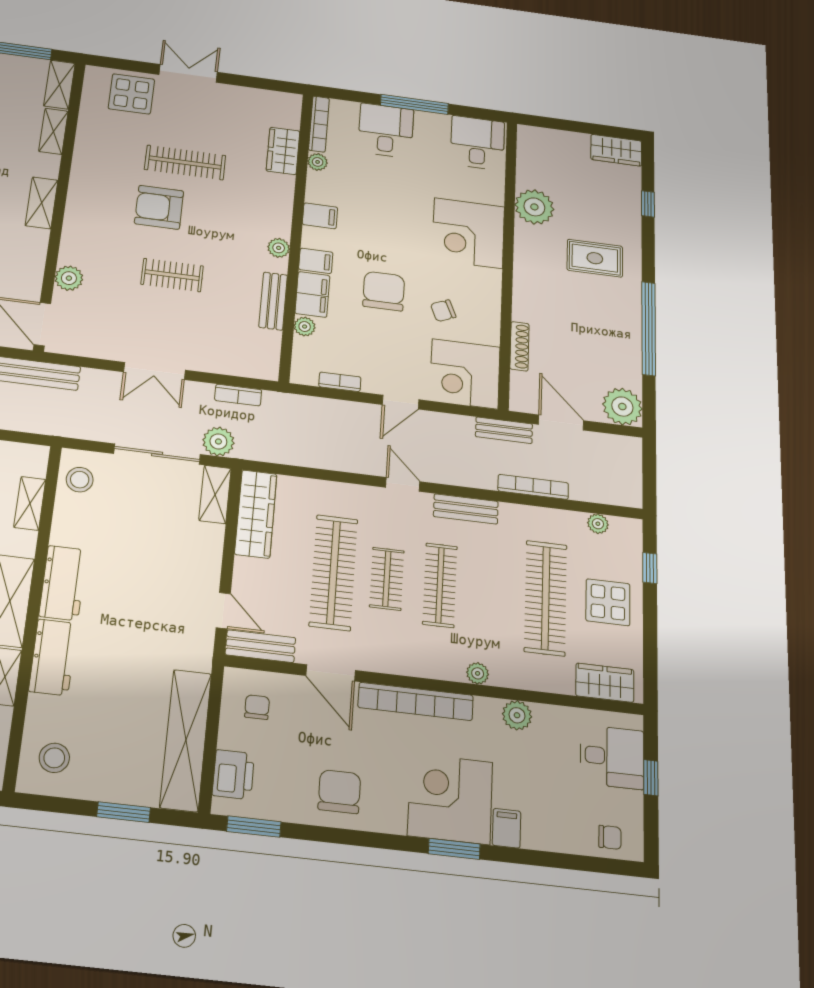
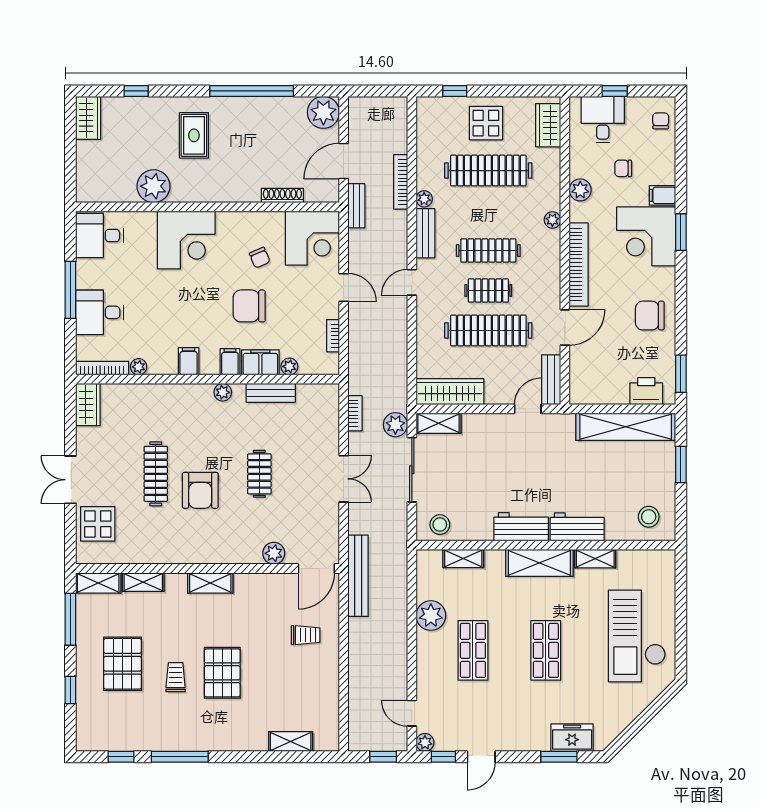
wardrobe: (283, 151) -> (88, 405), moved, turned -90
plant: (598, 524) -> (424, 199), moved
chair: (257, 707) -> (623, 168), moved

